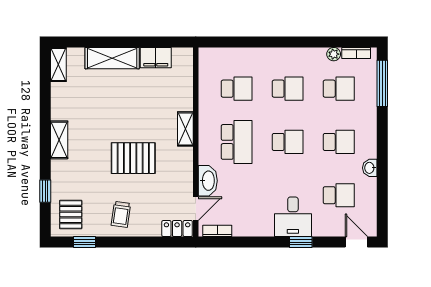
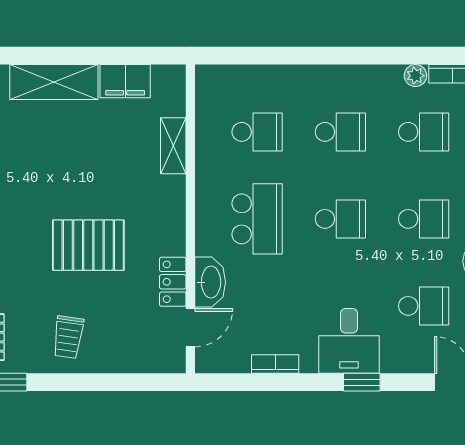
shelving: (185, 129) -> (173, 146), moved
locker: (177, 229) -> (173, 282), moved, turned -90
bookcase: (217, 231) -> (275, 364), moved

